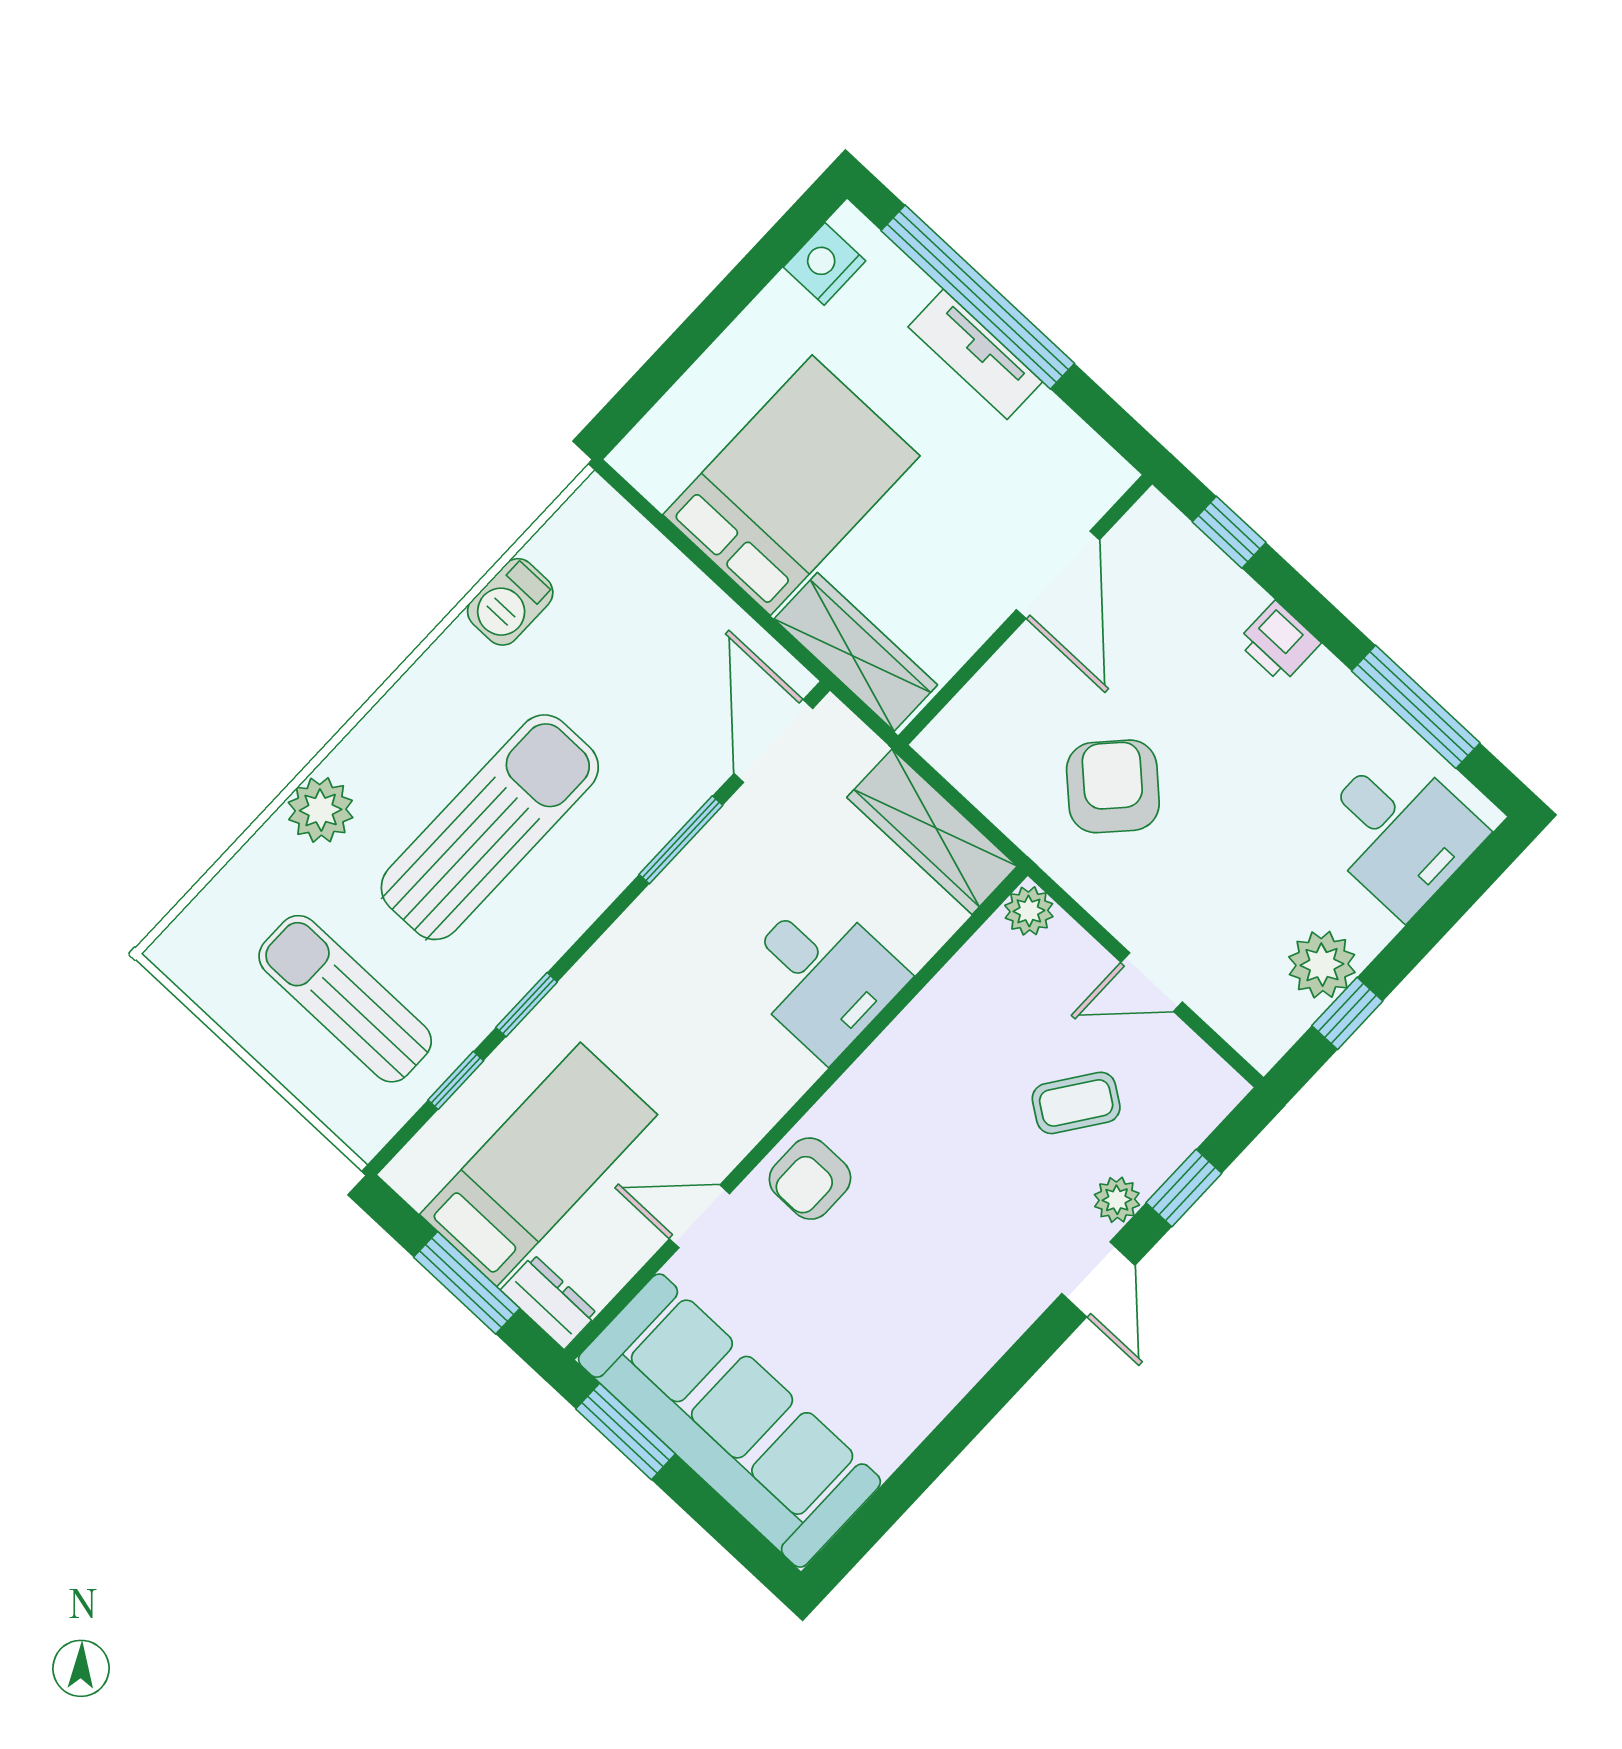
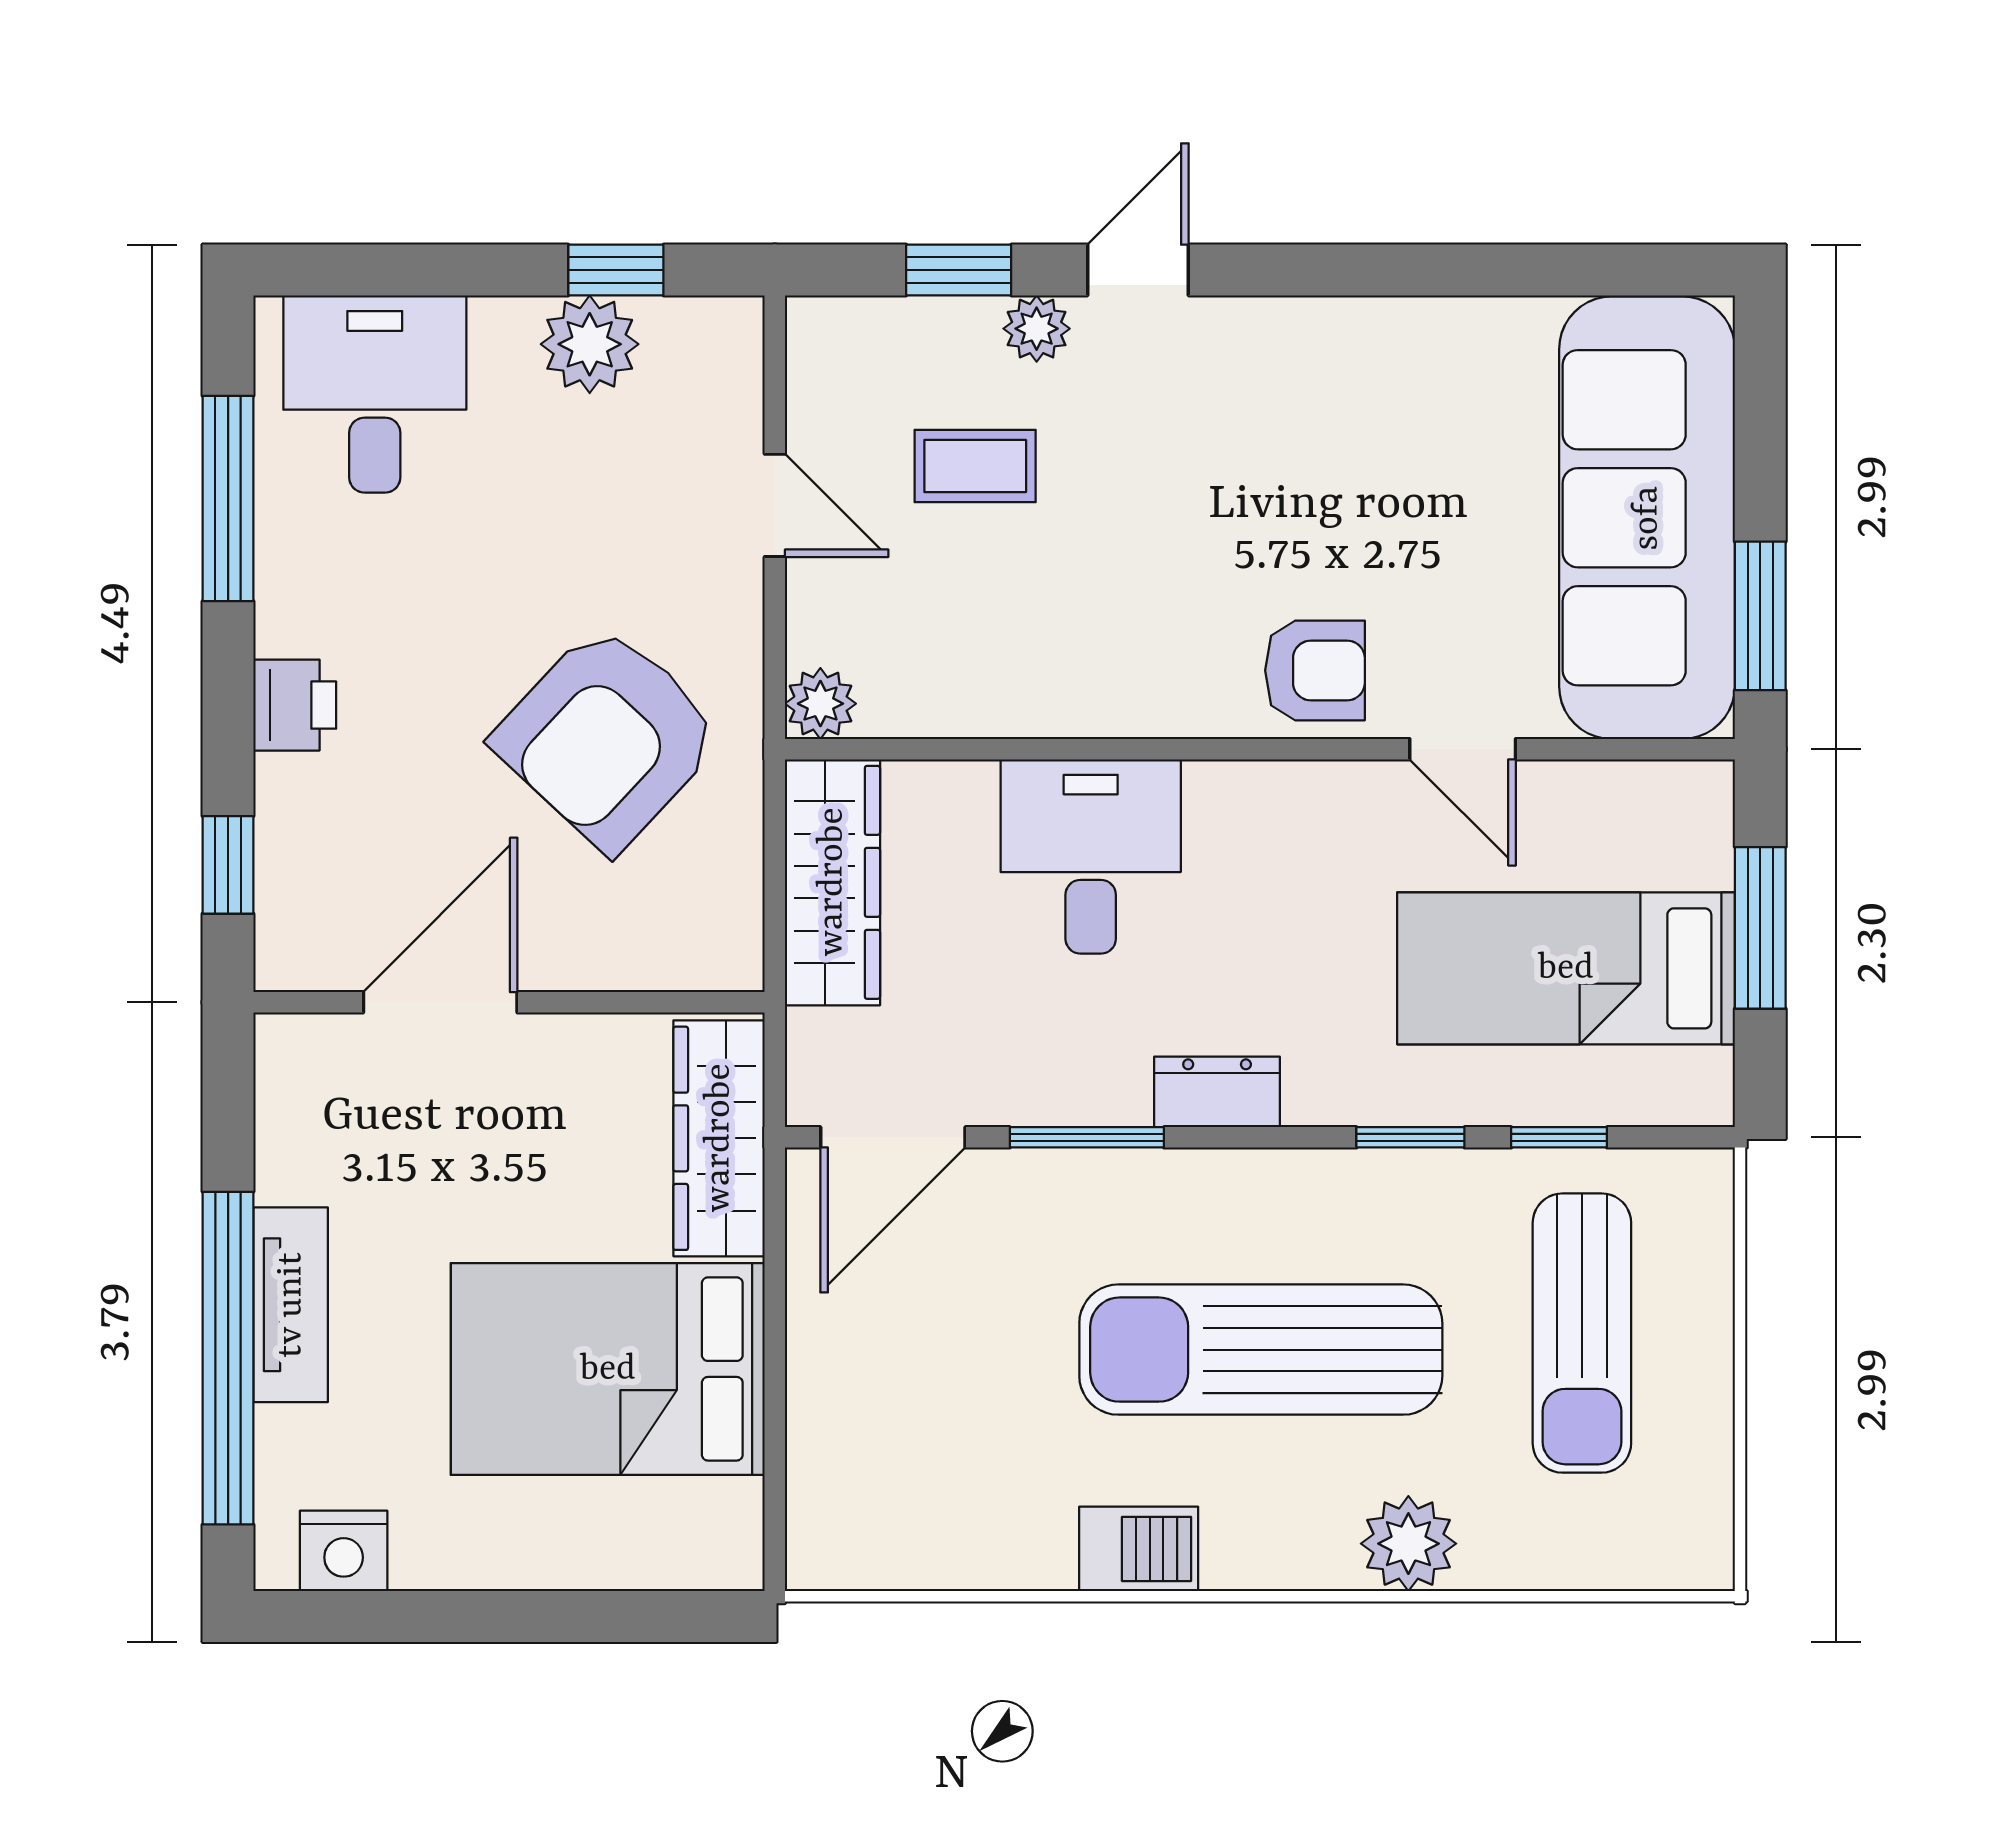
barbecue: (510, 602) -> (1139, 1549), moved
armchair: (1113, 786) -> (608, 737), width x1.36, depth x1.36
coffee table: (1076, 1103) -> (975, 466), turned -35
dresser: (549, 1302) -> (1217, 1092), moved, turned 90

